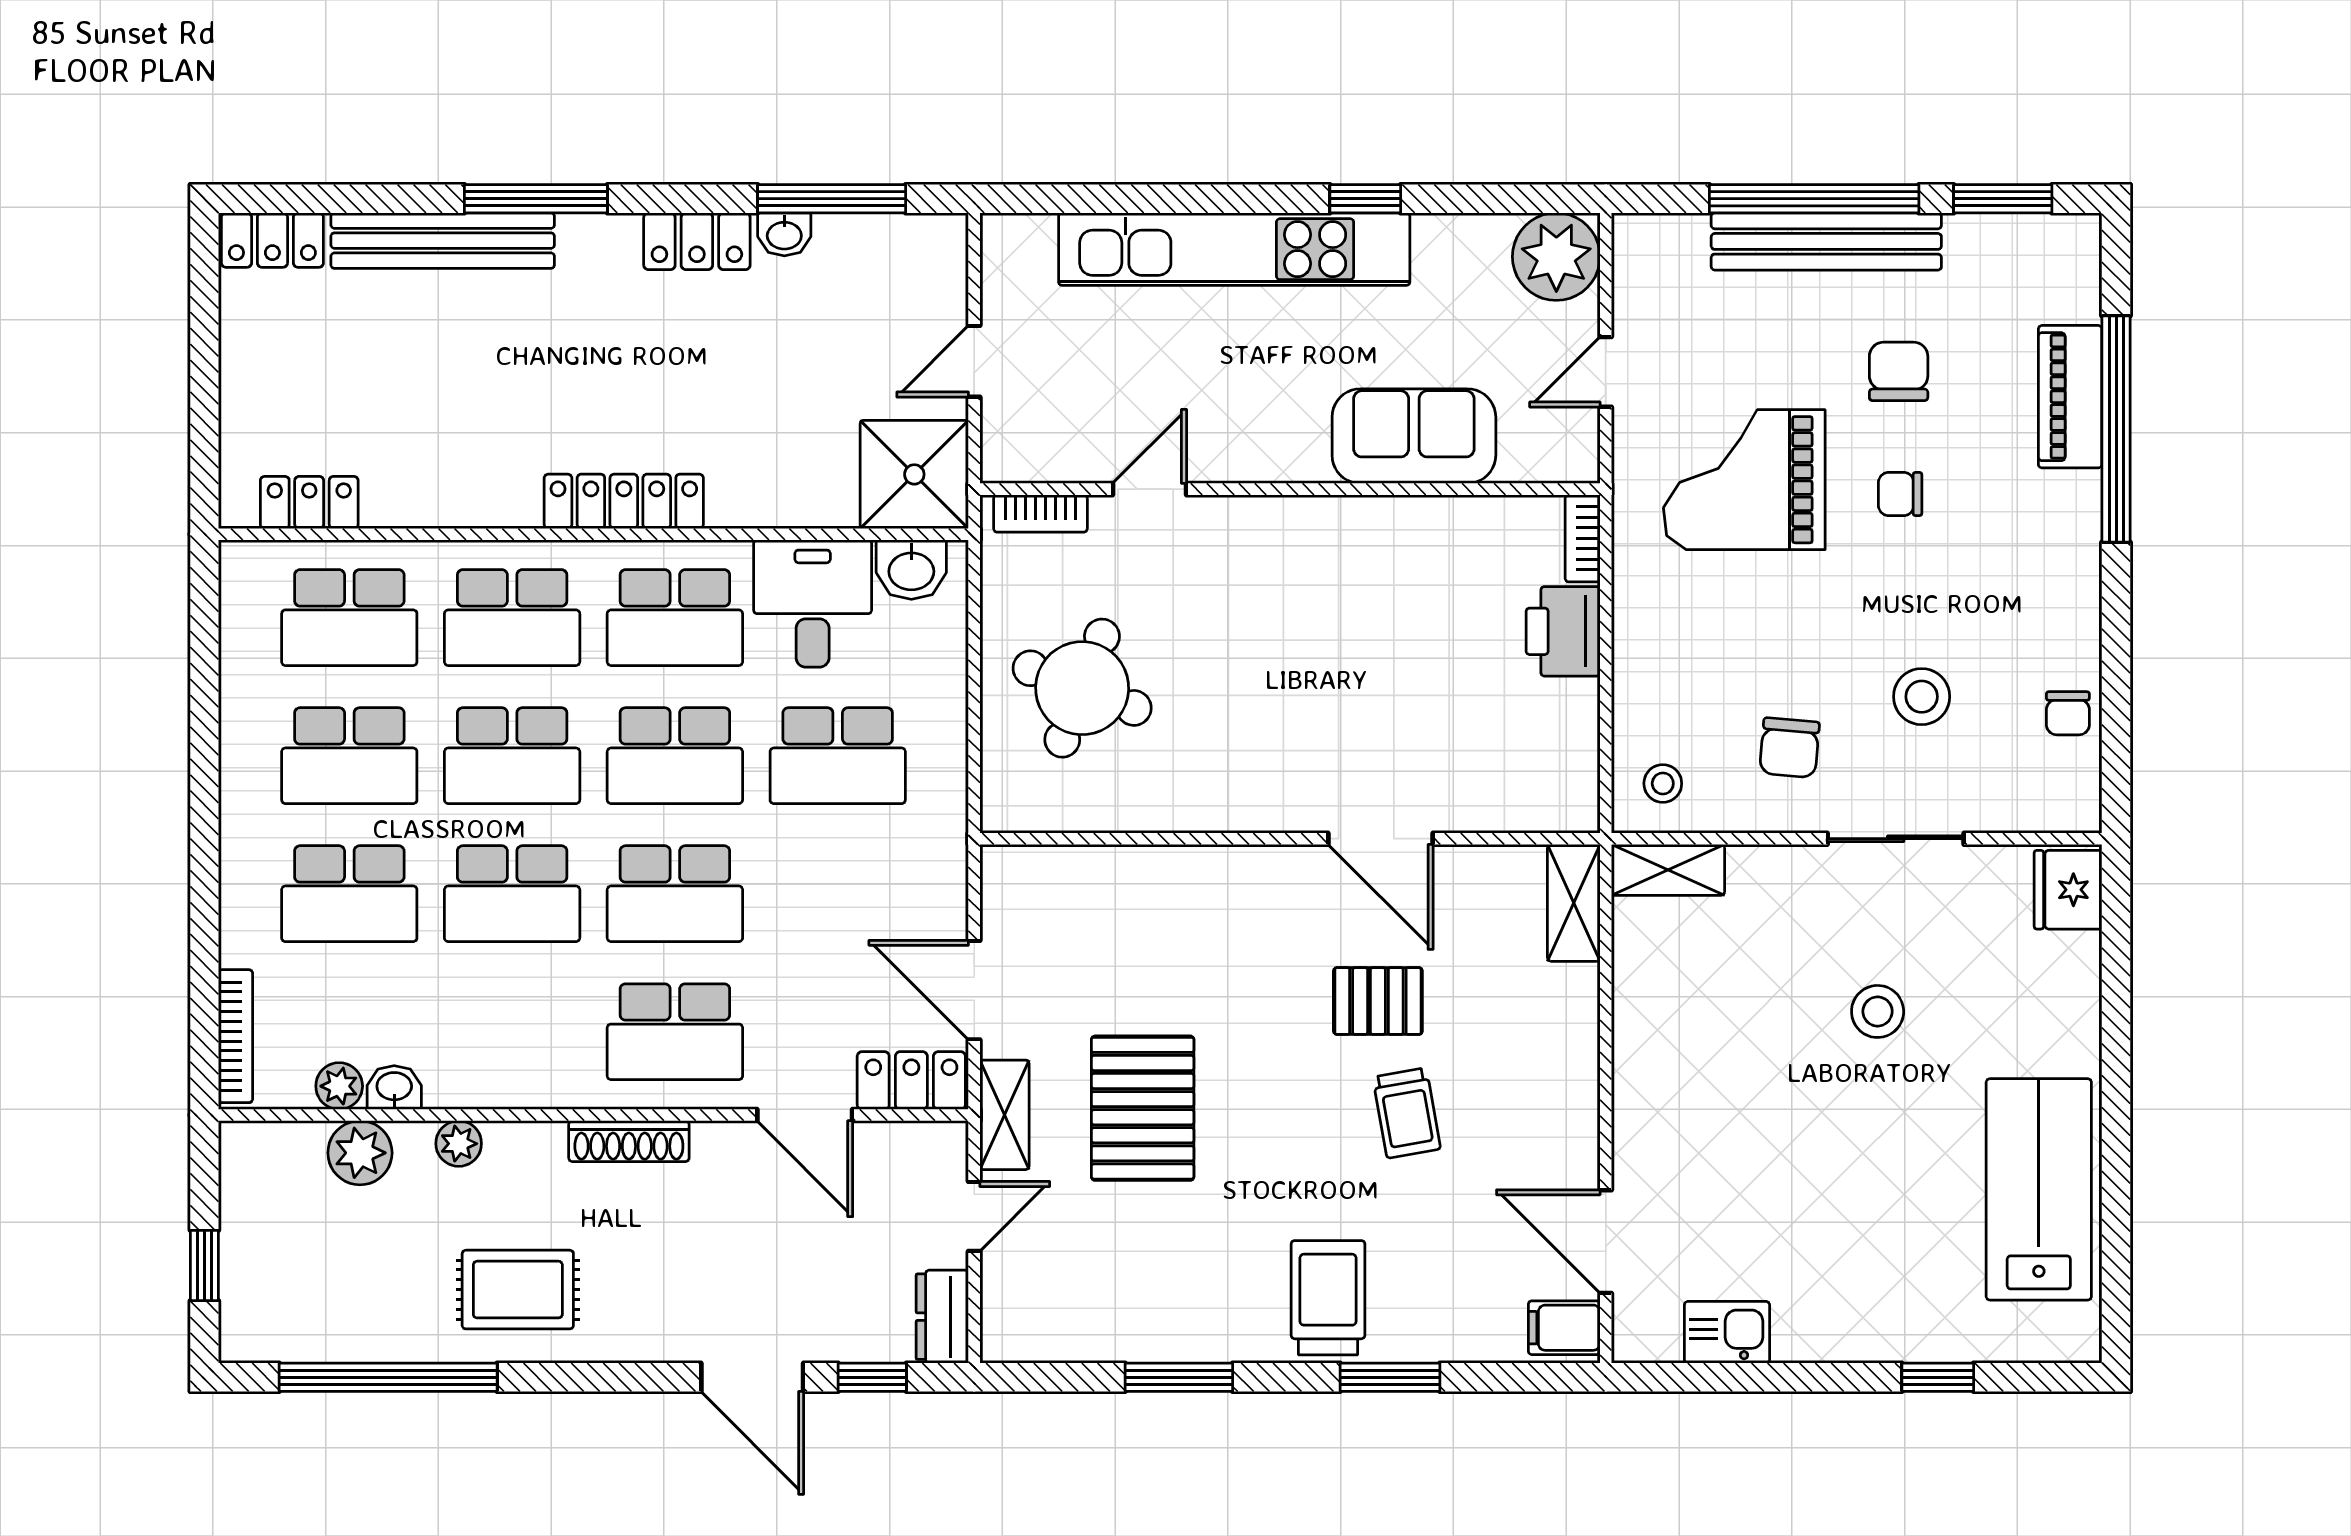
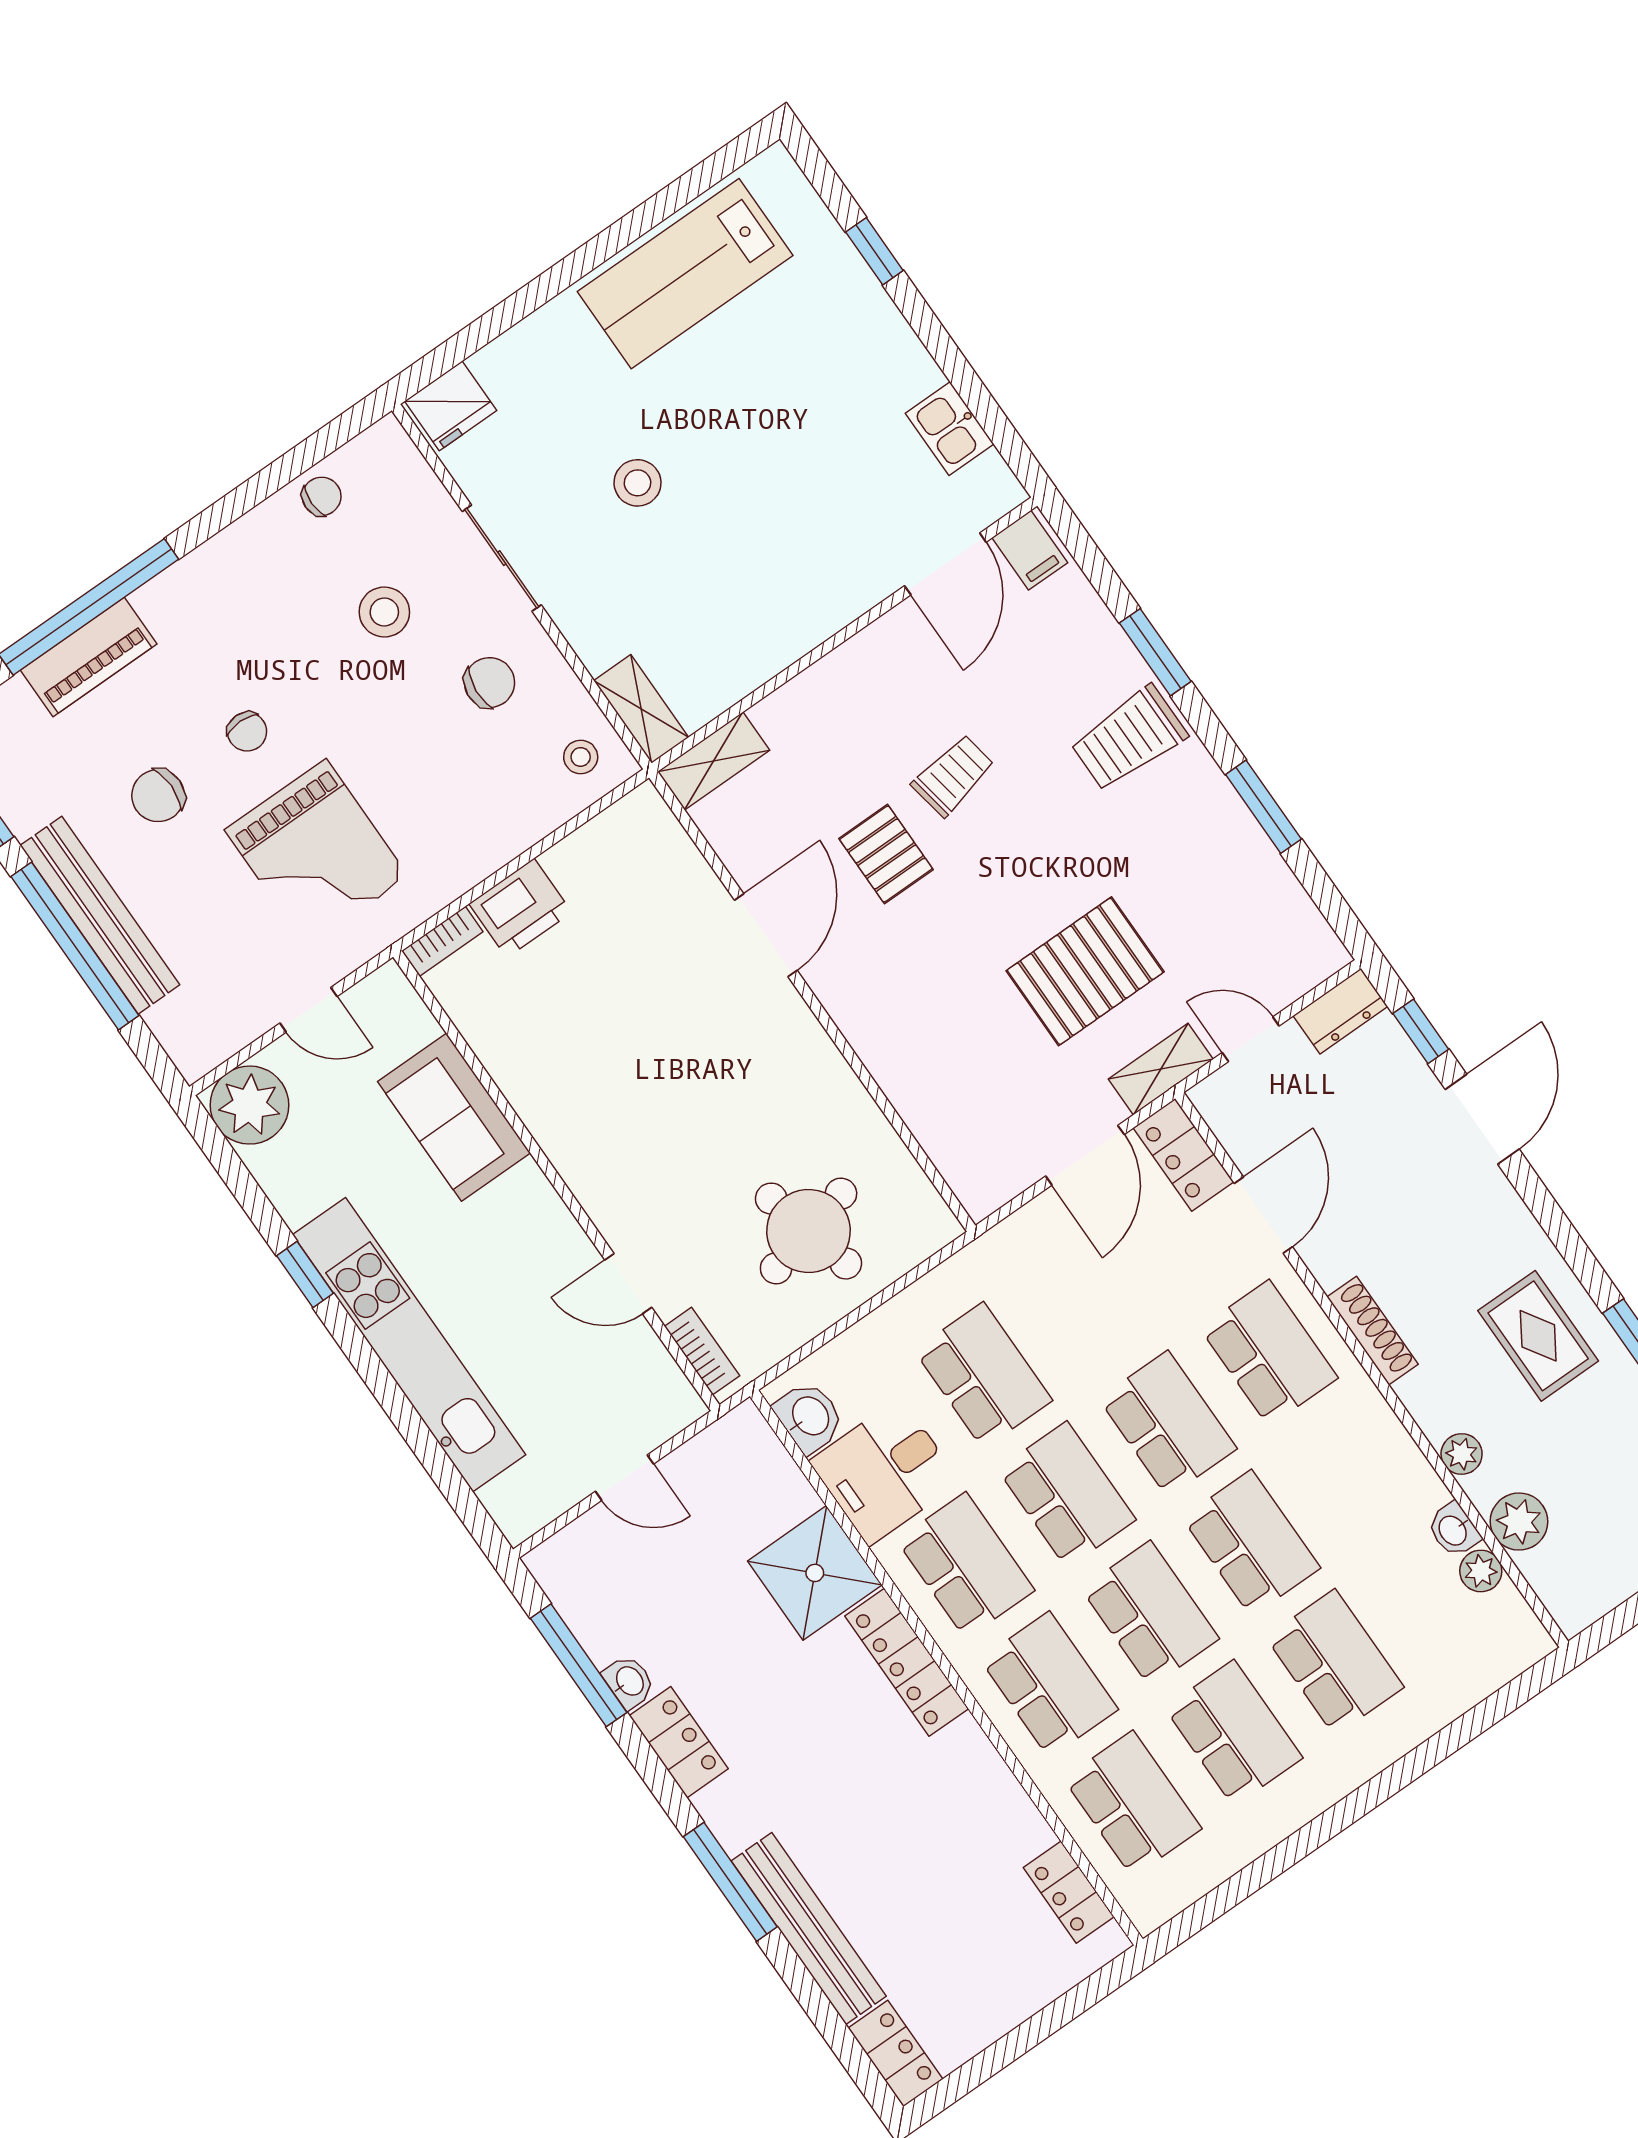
shower: (914, 474) -> (815, 1573), moved
round table: (1082, 688) -> (809, 1231), turned -35
bookcase: (236, 1036) -> (1497, 1672), removed

